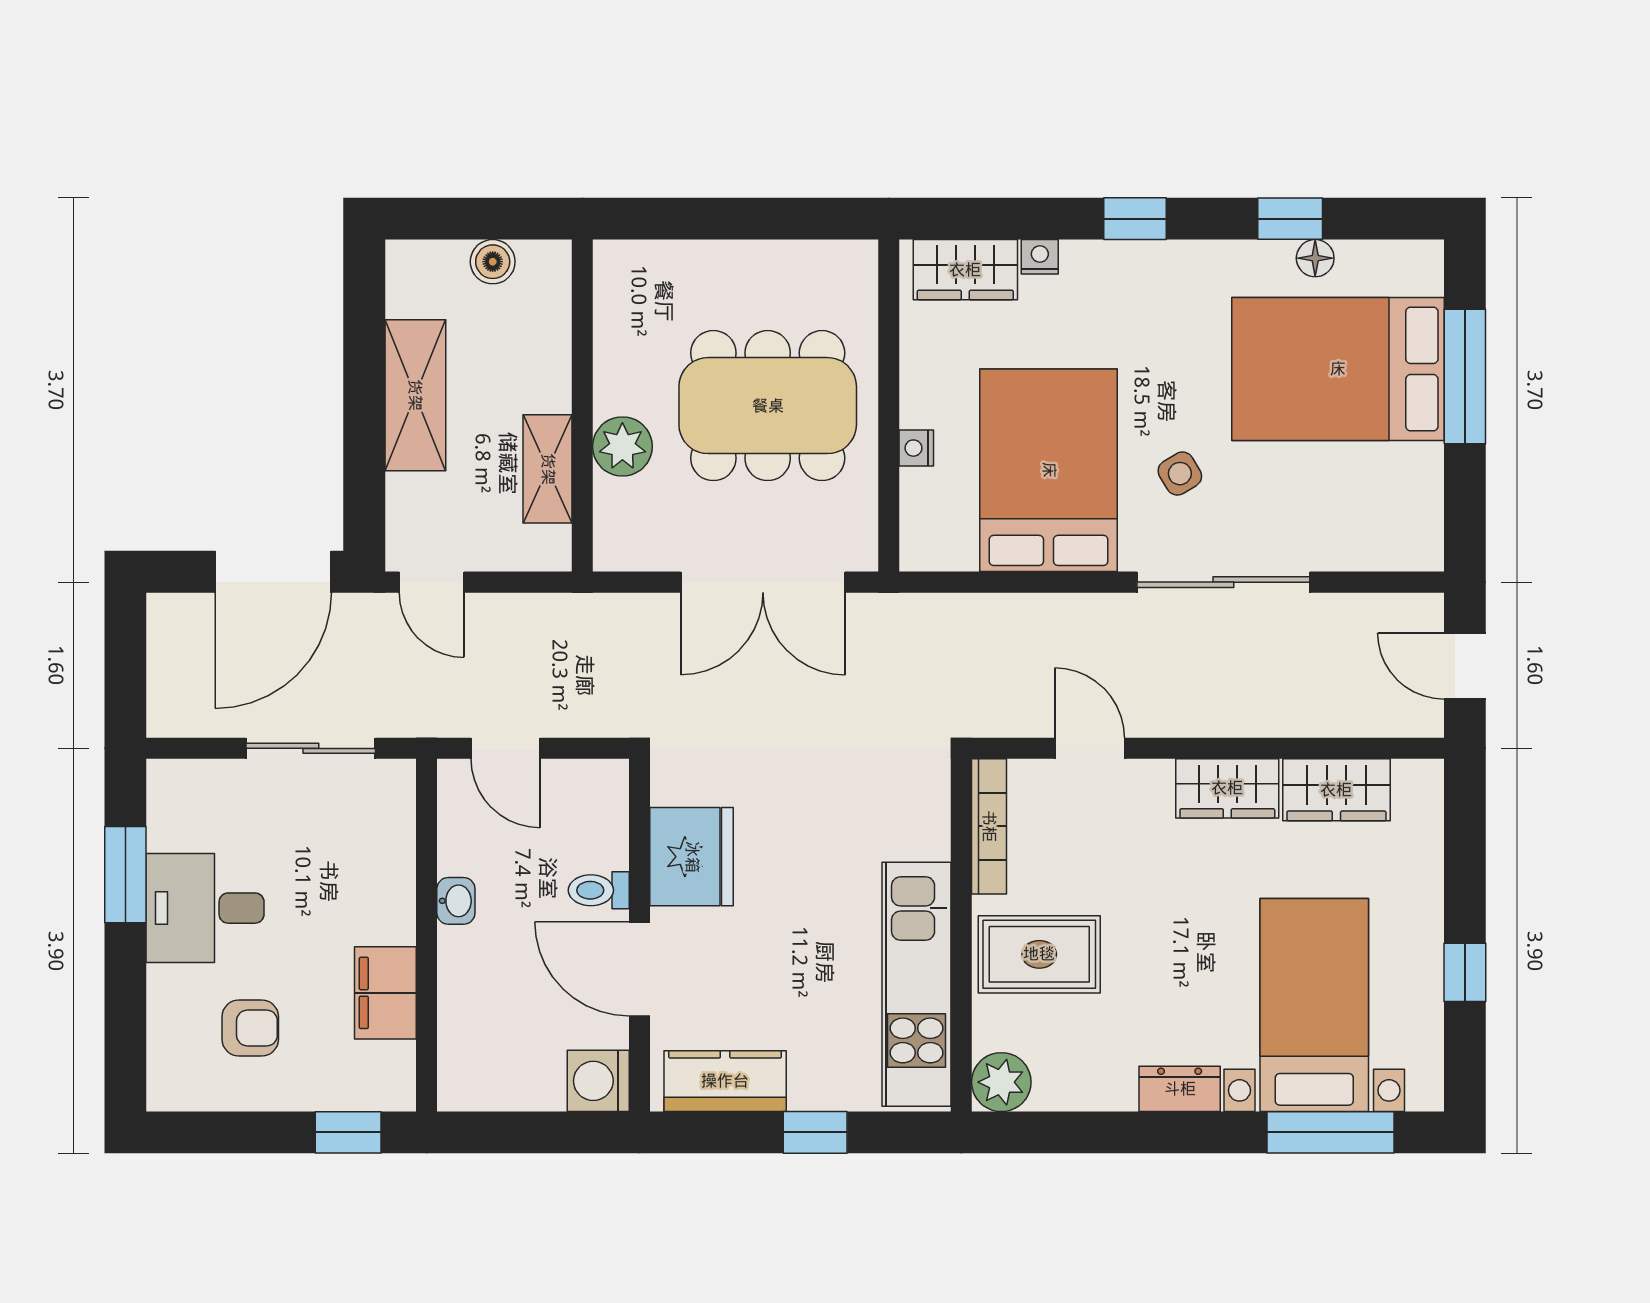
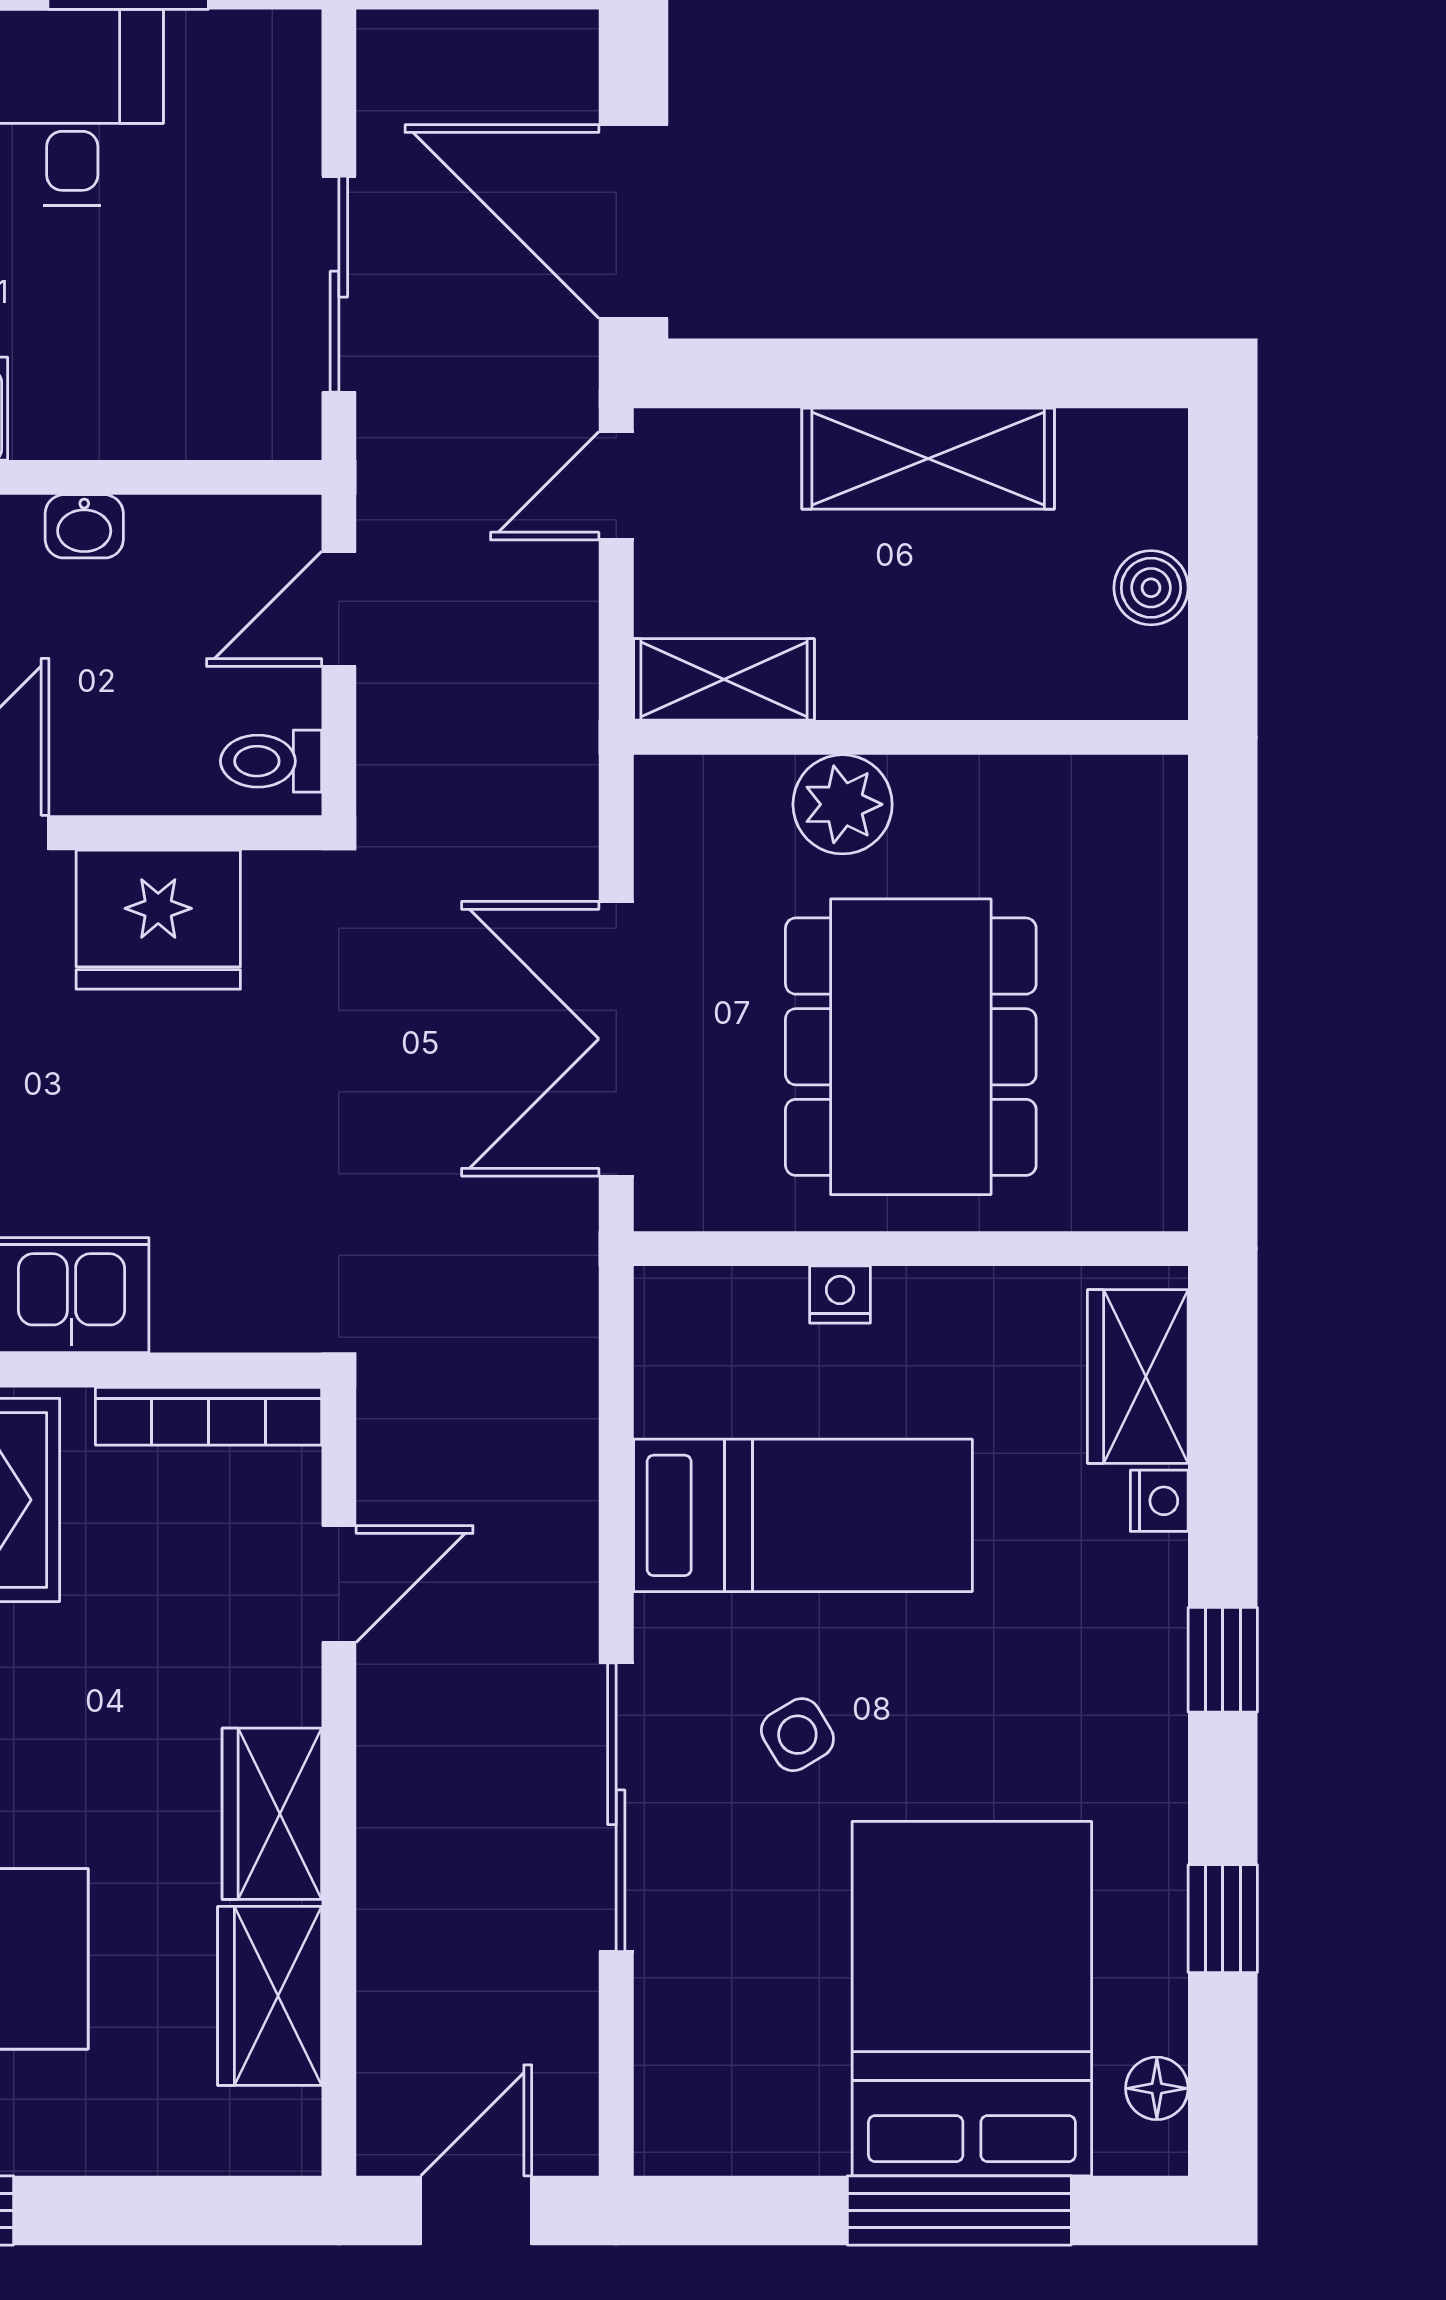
floor lamp: (1315, 258) -> (1157, 2088), moved
shelving: (548, 469) -> (724, 679), moved
bed: (1049, 470) -> (803, 1515), width x0.67
toilet: (599, 890) -> (271, 761), moved, turned -90

